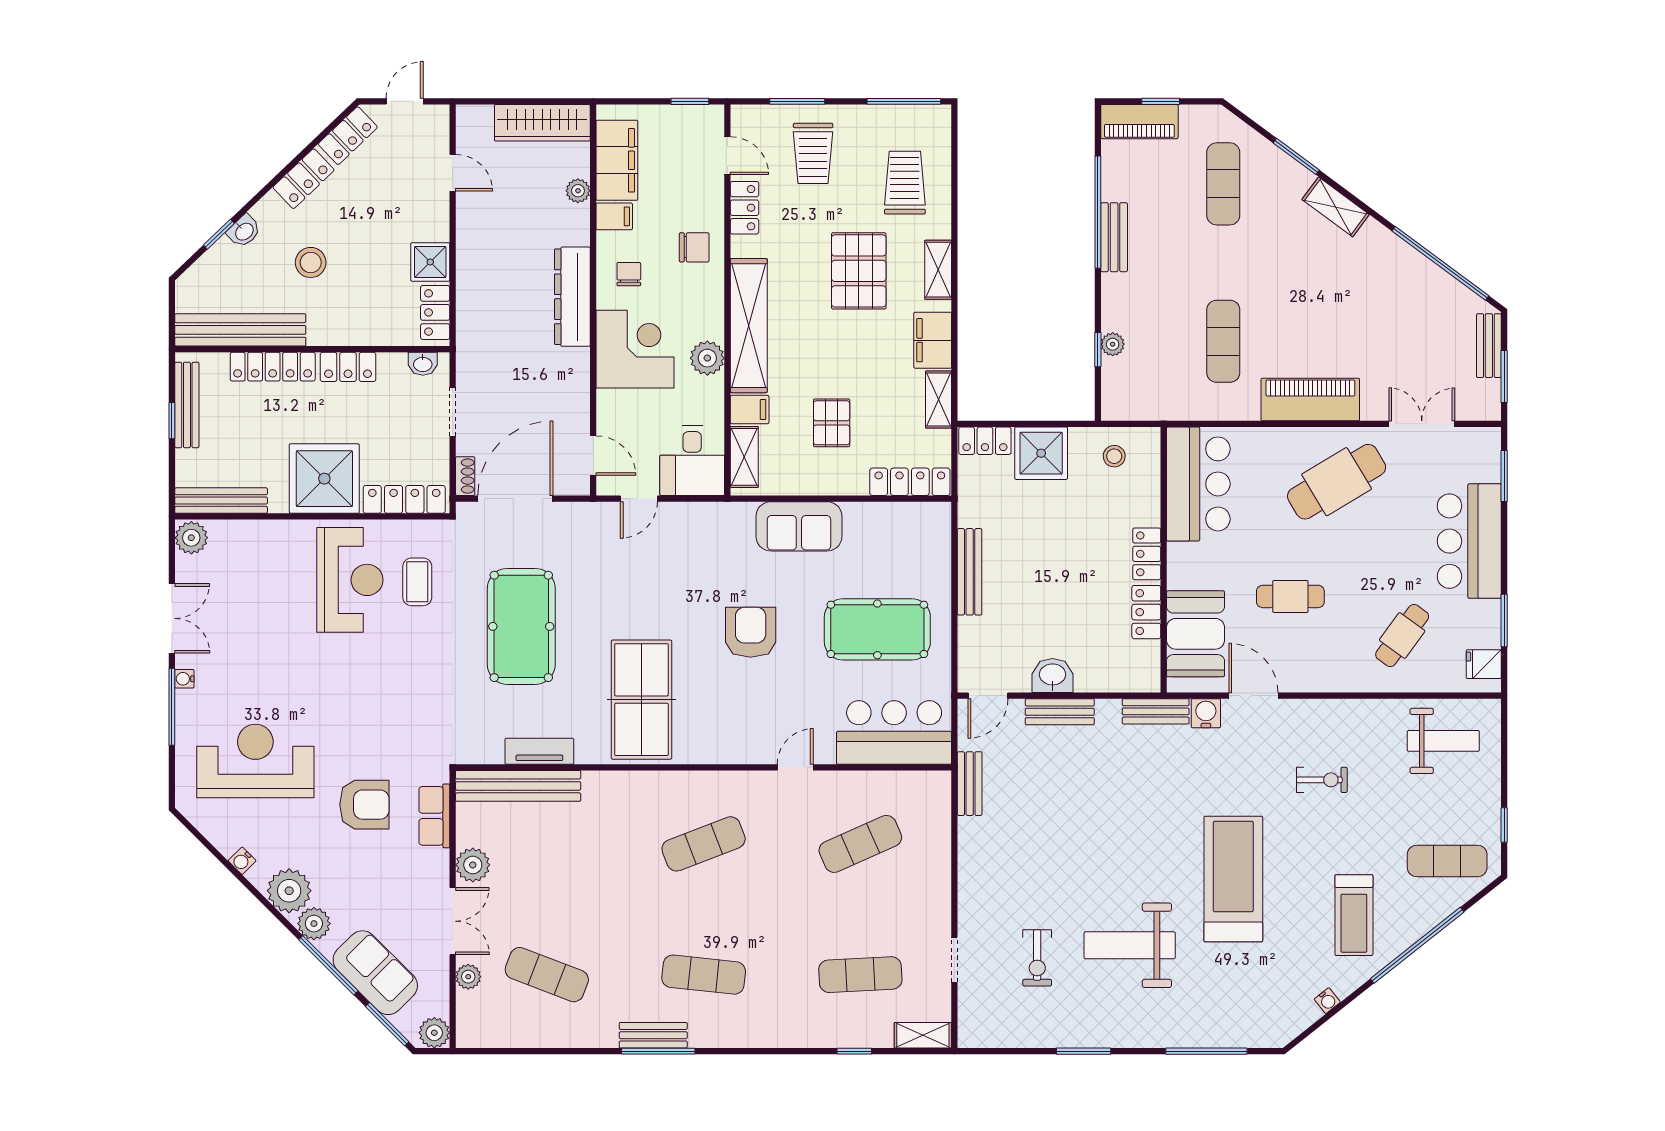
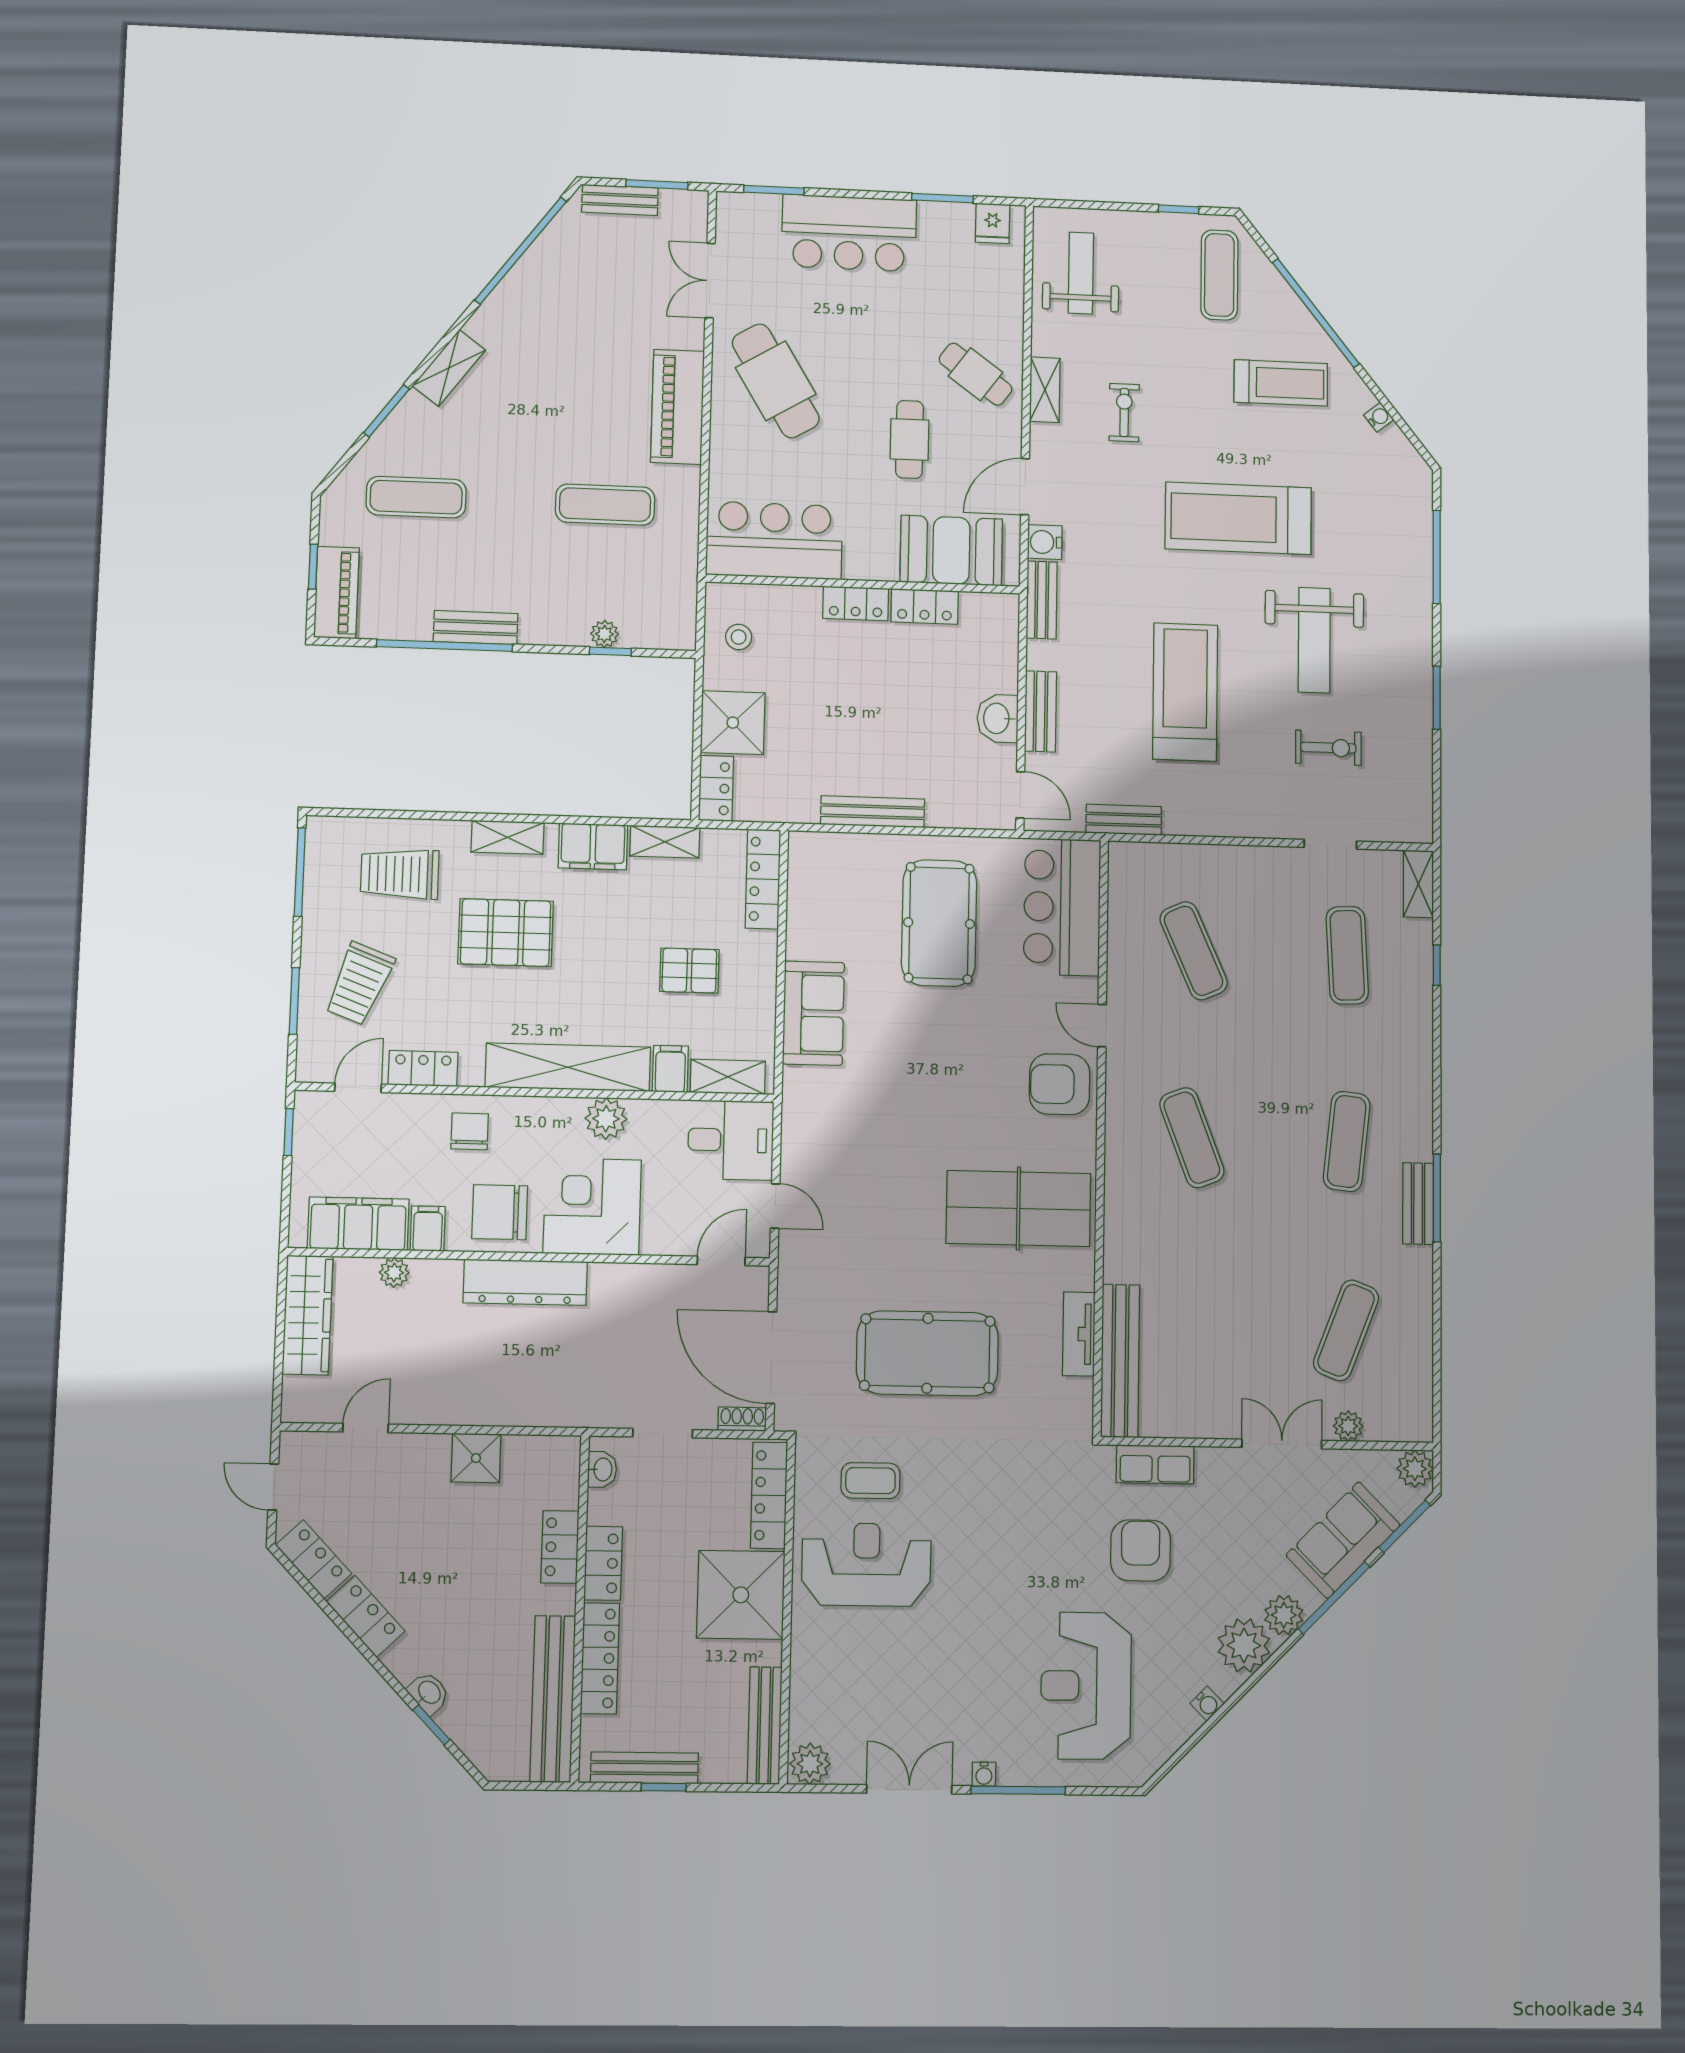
trolley: (813, 153) -> (359, 984), turned 111
stool: (311, 262) -> (471, 1609), removed
chair: (629, 274) -> (500, 1212), width x1.87, depth x1.87
locker: (435, 312) -> (560, 1547), moved, turned 90
armchair: (751, 632) -> (1060, 1084), moved
cafe table: (1402, 636) -> (975, 374), moved
shelving: (1339, 711) -> (1045, 390), added
treadmill: (1081, 835) -> (1185, 692), added
plant: (473, 865) -> (1215, 1418), removed

